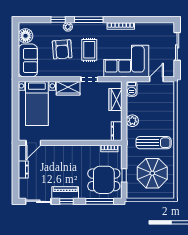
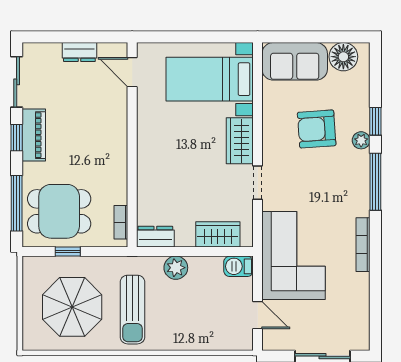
rug: (89, 50) -> (316, 182), removed
dining table: (104, 180) -> (59, 211), turned 90

